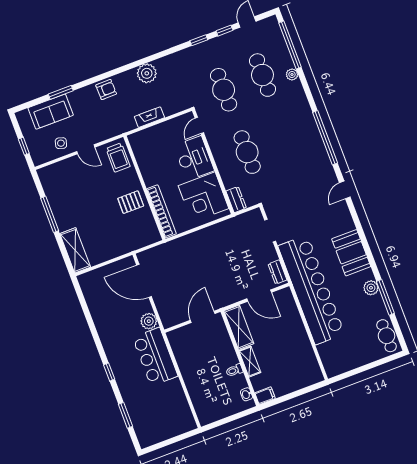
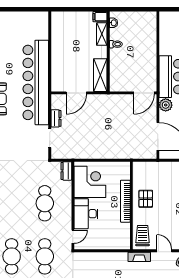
fireplace: (149, 117) -> (139, 257), moved
pallet: (131, 202) -> (146, 199), turned 90
bookcase: (161, 211) -> (125, 201), moved
dresser: (277, 272) -> (56, 118), moved
door: (259, 296) -> (76, 93), swing flipped
door: (203, 317) -> (144, 93), moved
shelving: (250, 362) -> (102, 34), moved

